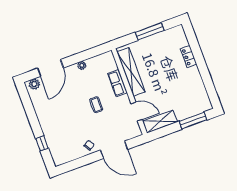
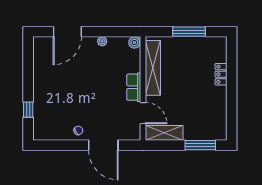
row of seats: (117, 83) -> (134, 87), moved
plant: (34, 84) -> (134, 43), moved
coffee table: (96, 105) -> (102, 89), removed

